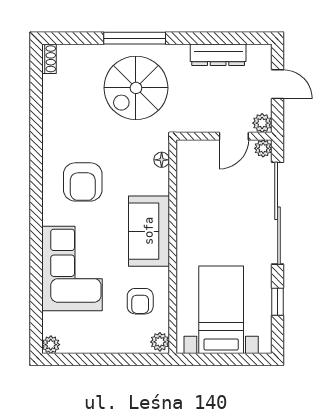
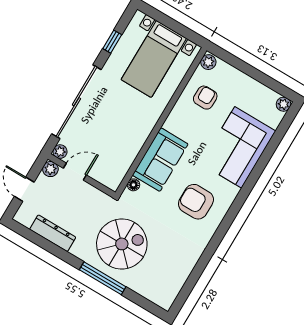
shoe rack: (49, 59) -> (169, 299), removed
armchair: (83, 182) -> (196, 202), turned -90
sofa: (149, 231) -> (160, 160), moved

